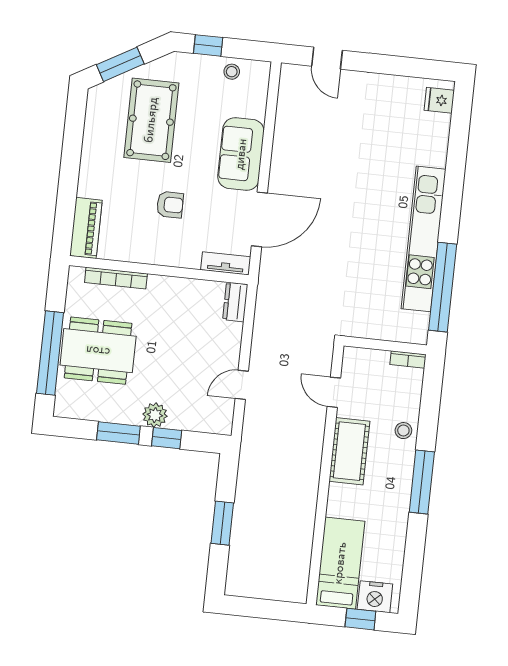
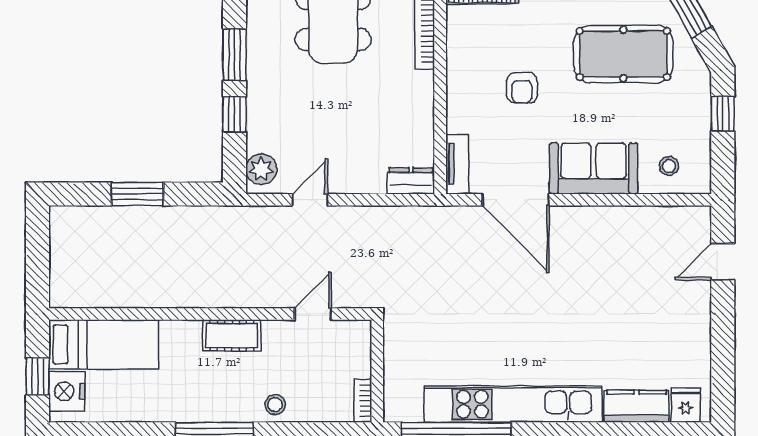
stool: (232, 72) -> (669, 166), moved
kitchen counter: (436, 140) -> (637, 406), added
door: (242, 385) -> (310, 200), hinge flipped
plant: (155, 415) -> (261, 169), moved
cot: (349, 451) -> (232, 335), width x0.73, depth x0.75

